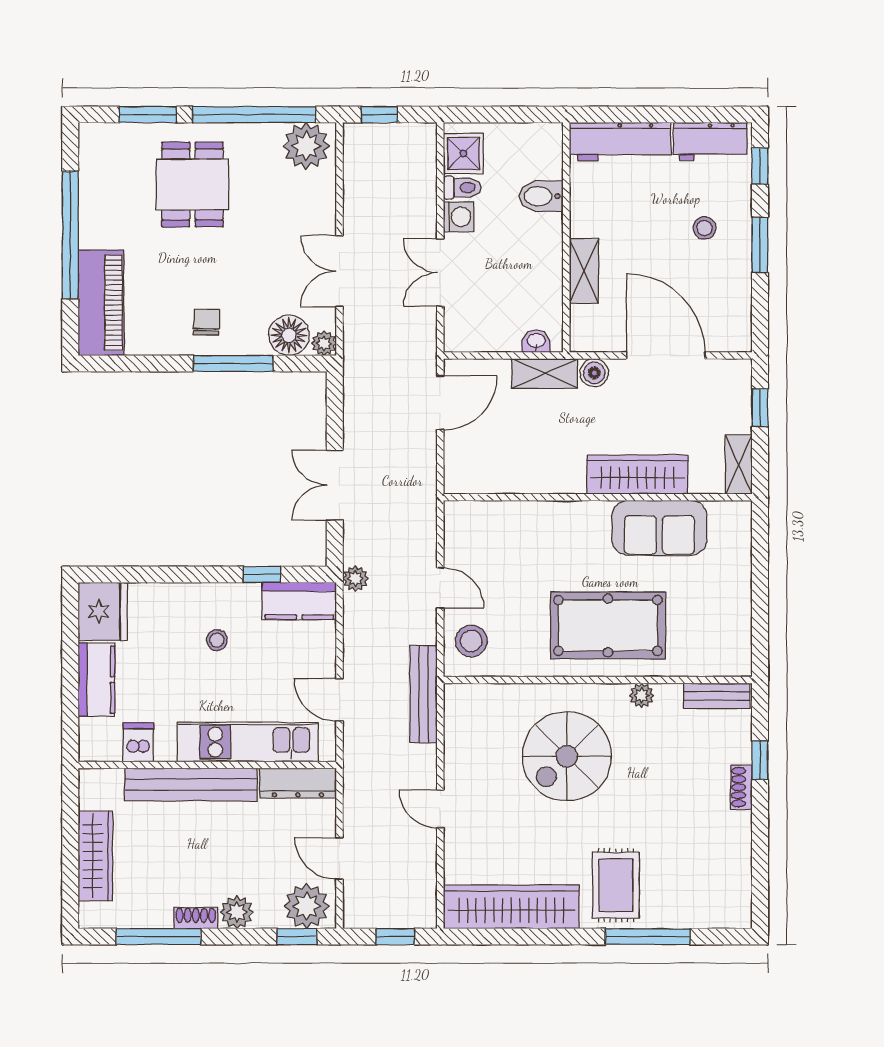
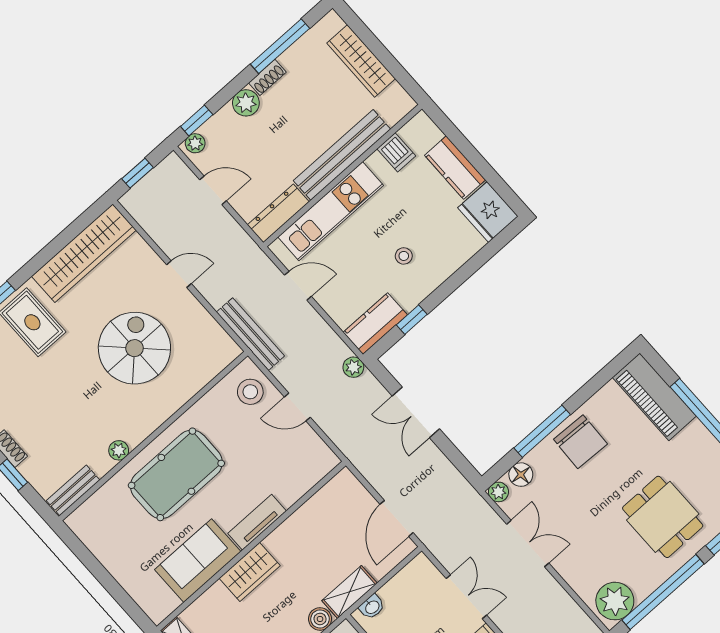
chair: (207, 322) -> (580, 442), width x1.87, depth x1.87
floor lamp: (289, 335) -> (521, 475), width x0.73, depth x0.73
wardrobe: (637, 475) -> (250, 572), width x0.67
double door: (335, 485) -> (416, 412), swing flipped
tv unit: (573, 514) -> (257, 522), added
spiral stairs: (567, 756) -> (134, 348), moved
plant: (307, 906) -> (195, 143), width x0.53, depth x0.53

